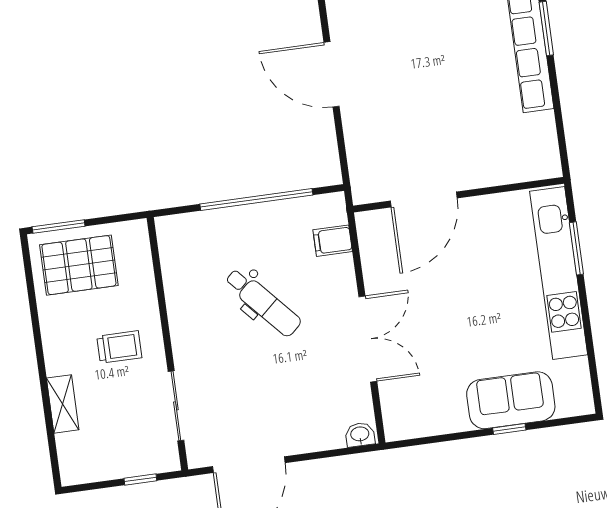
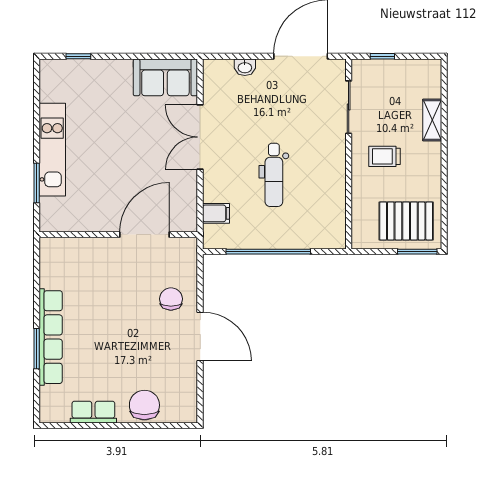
chair: (377, 119) -> (171, 299), added
kitchen unit: (559, 273) -> (52, 150), width x0.73
dental chair: (263, 302) -> (274, 175), turned -138
sofa: (511, 400) -> (165, 77), moved
window: (509, 429) -> (78, 56), moved
washbasin: (360, 435) -> (245, 67), moved

